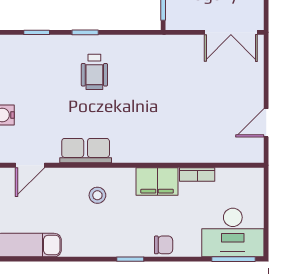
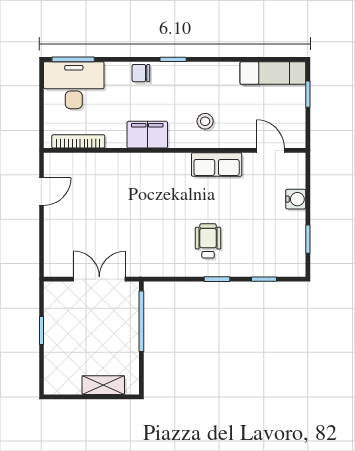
double door: (231, 32) -> (99, 279), moved
door: (30, 165) -> (270, 150), hinge flipped
bookcase: (197, 175) -> (78, 141), moved, width x1.56

